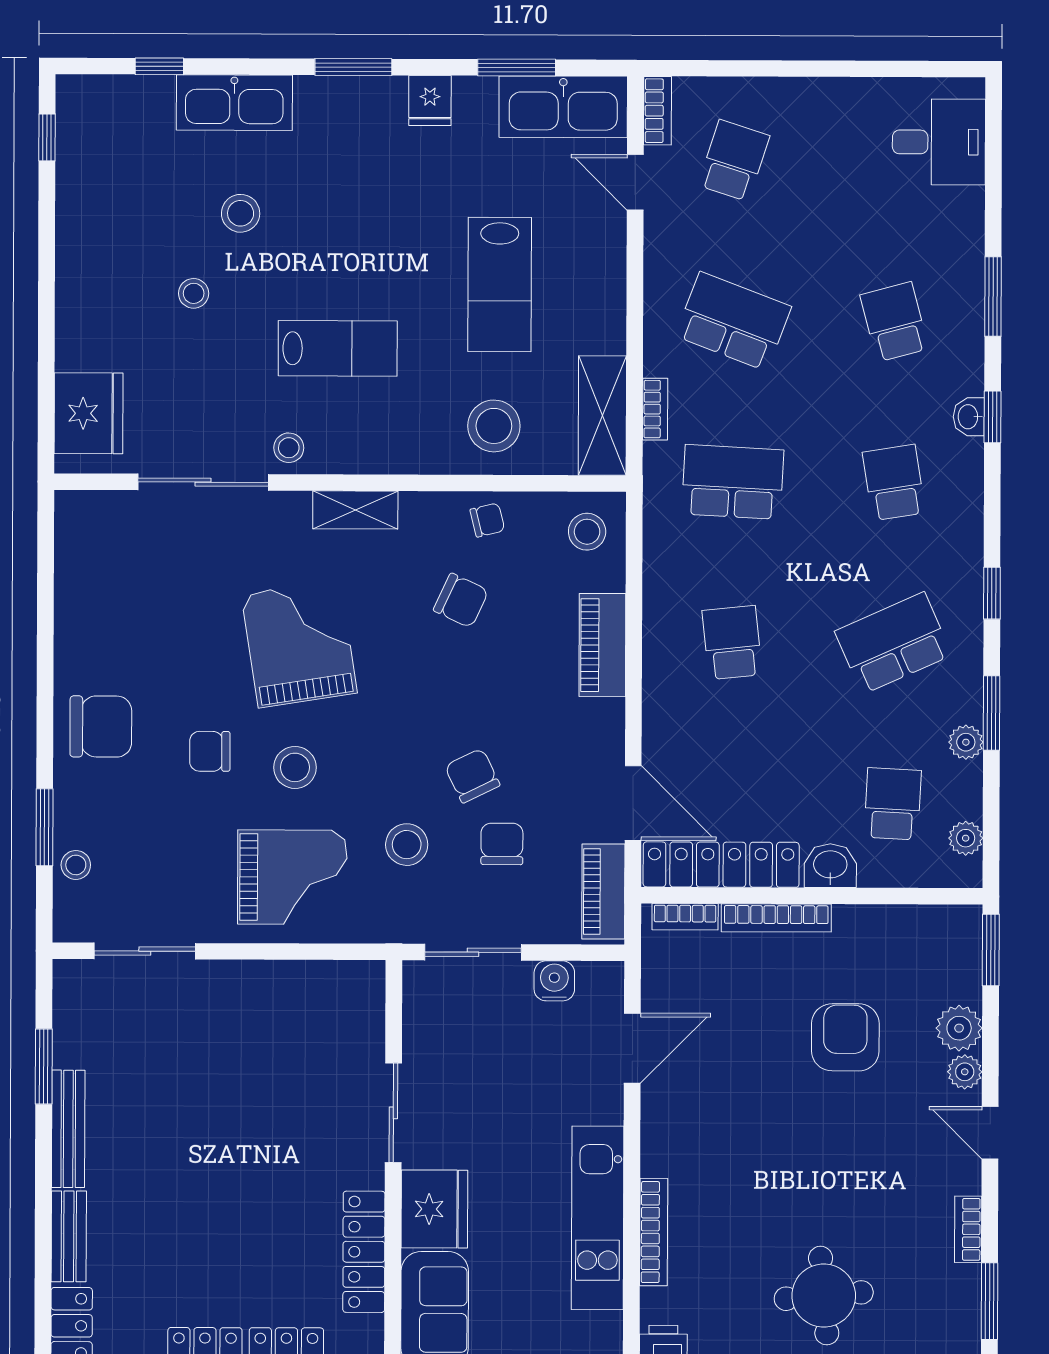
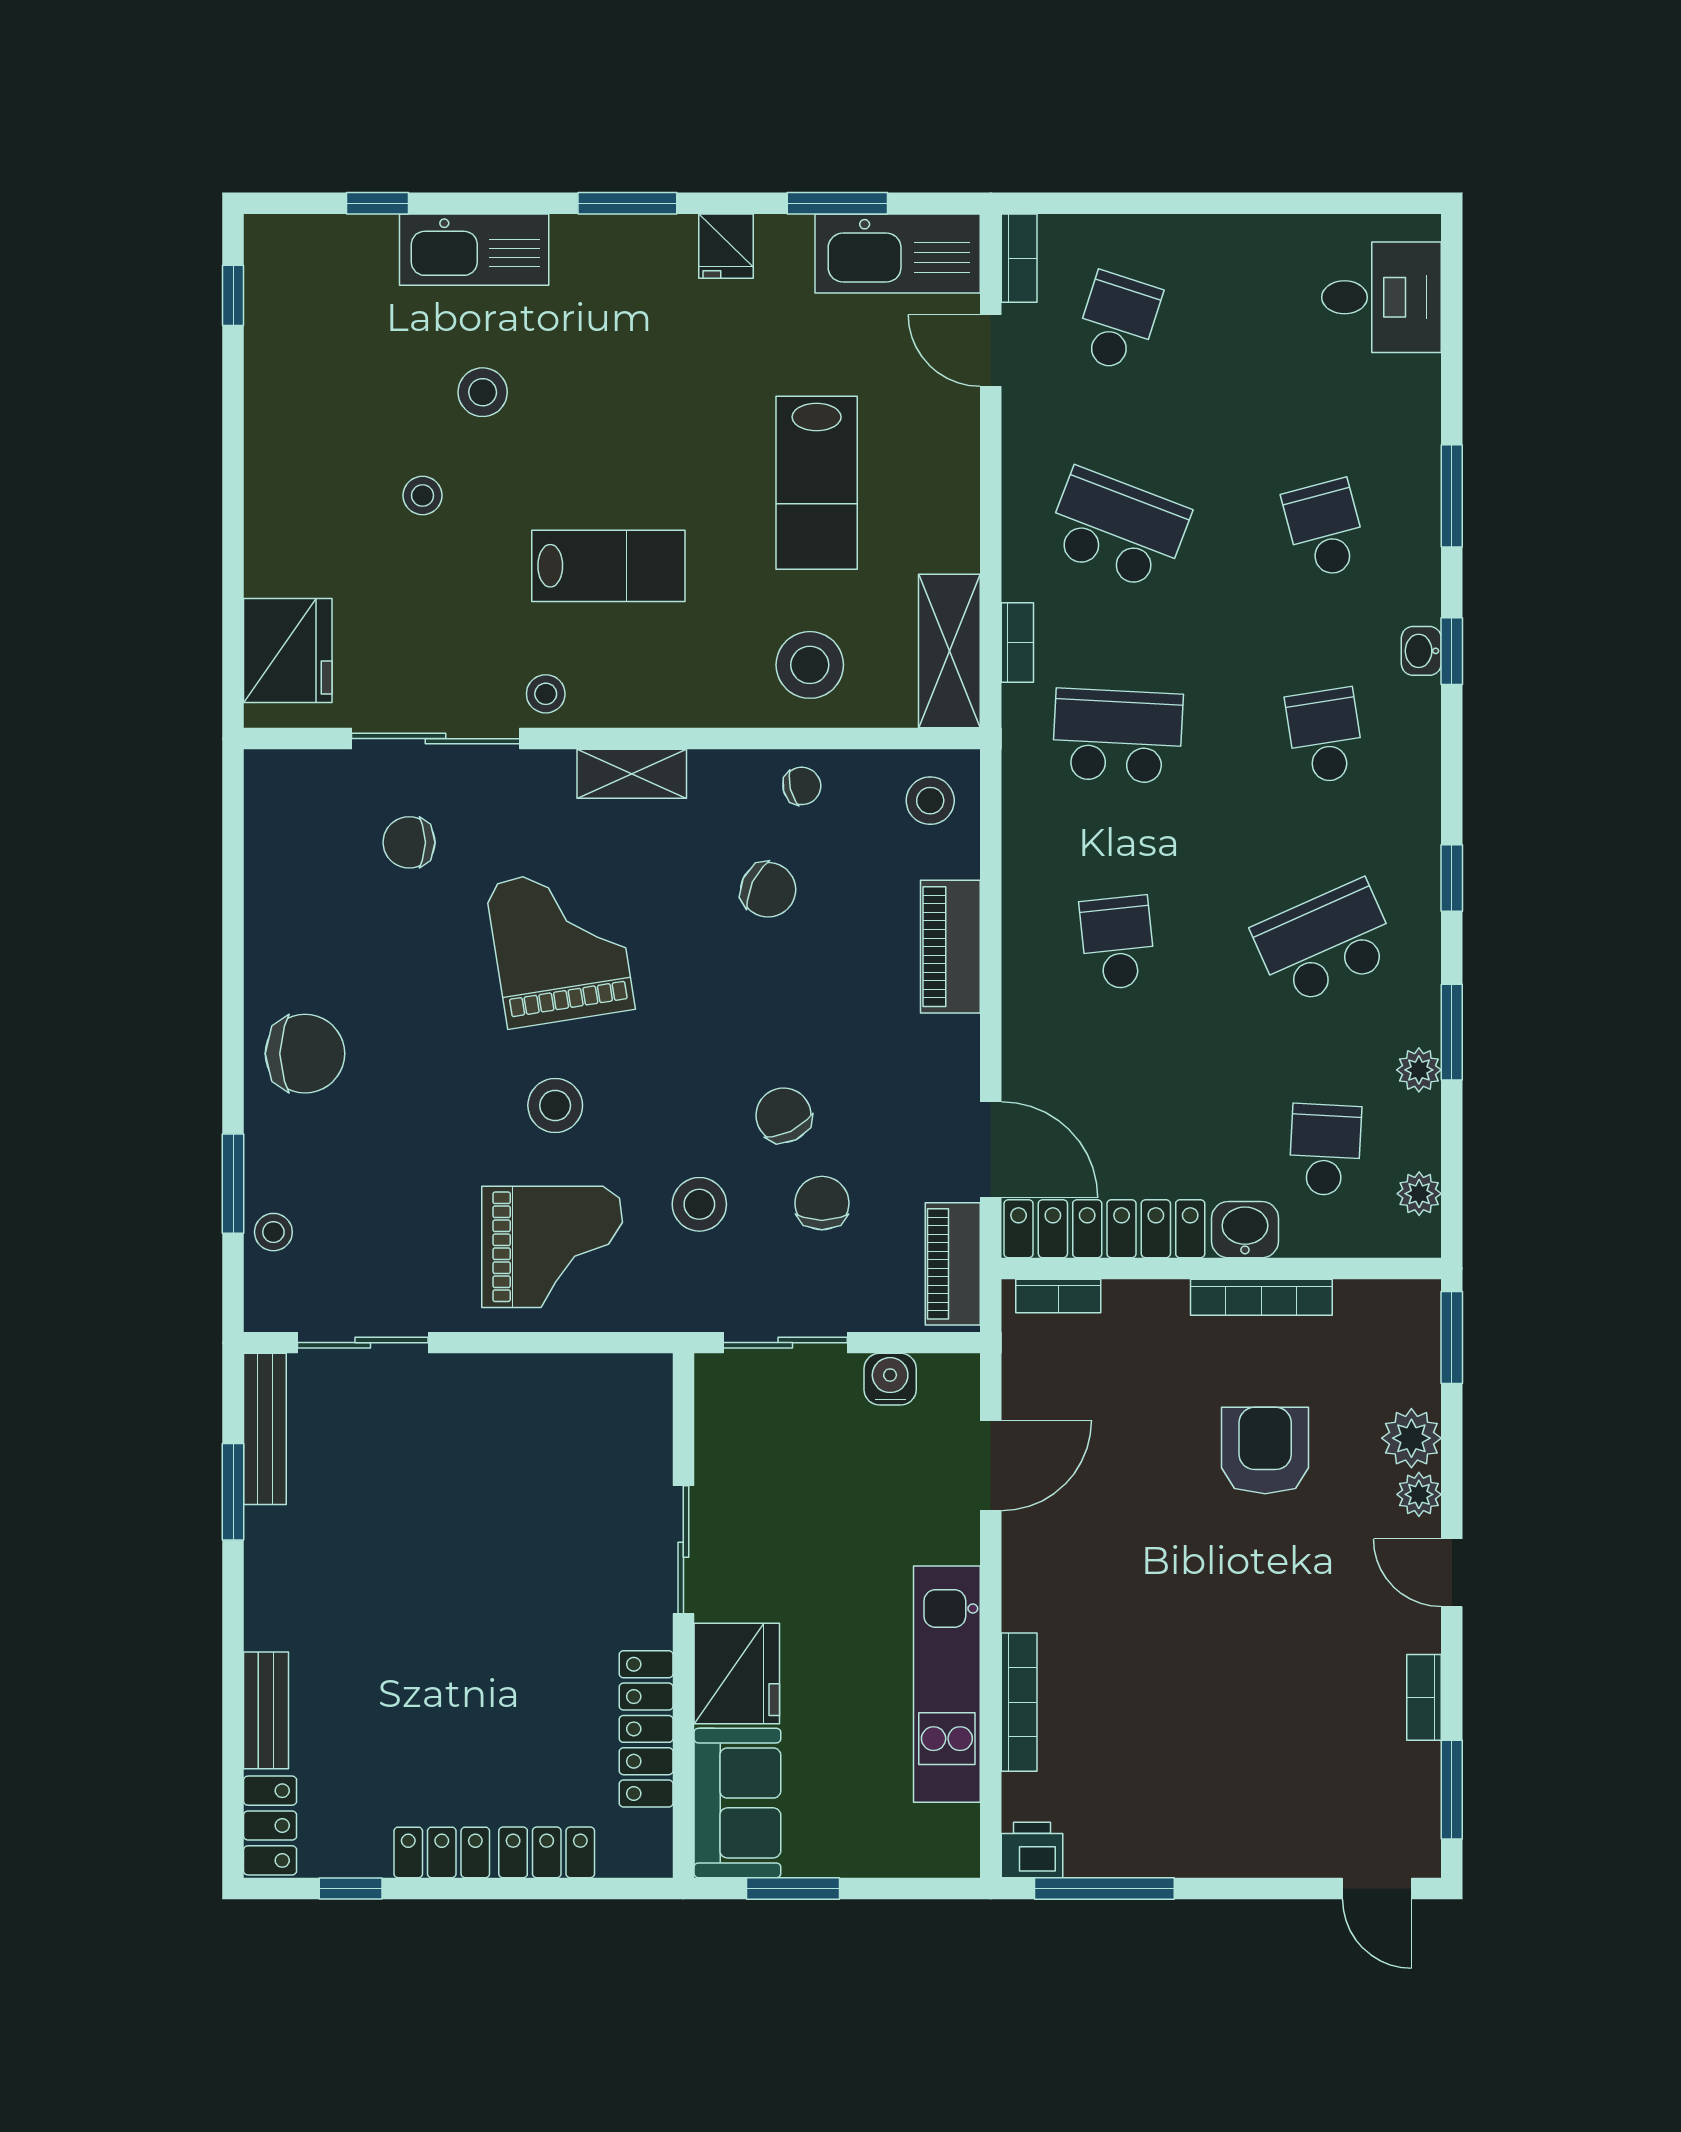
chair: (210, 751) -> (409, 842), moved
bookcase: (776, 918) -> (1261, 1297), moved
bench: (68, 1129) -> (265, 1429), moved
round table: (824, 1296) -> (1238, 1783), removed

